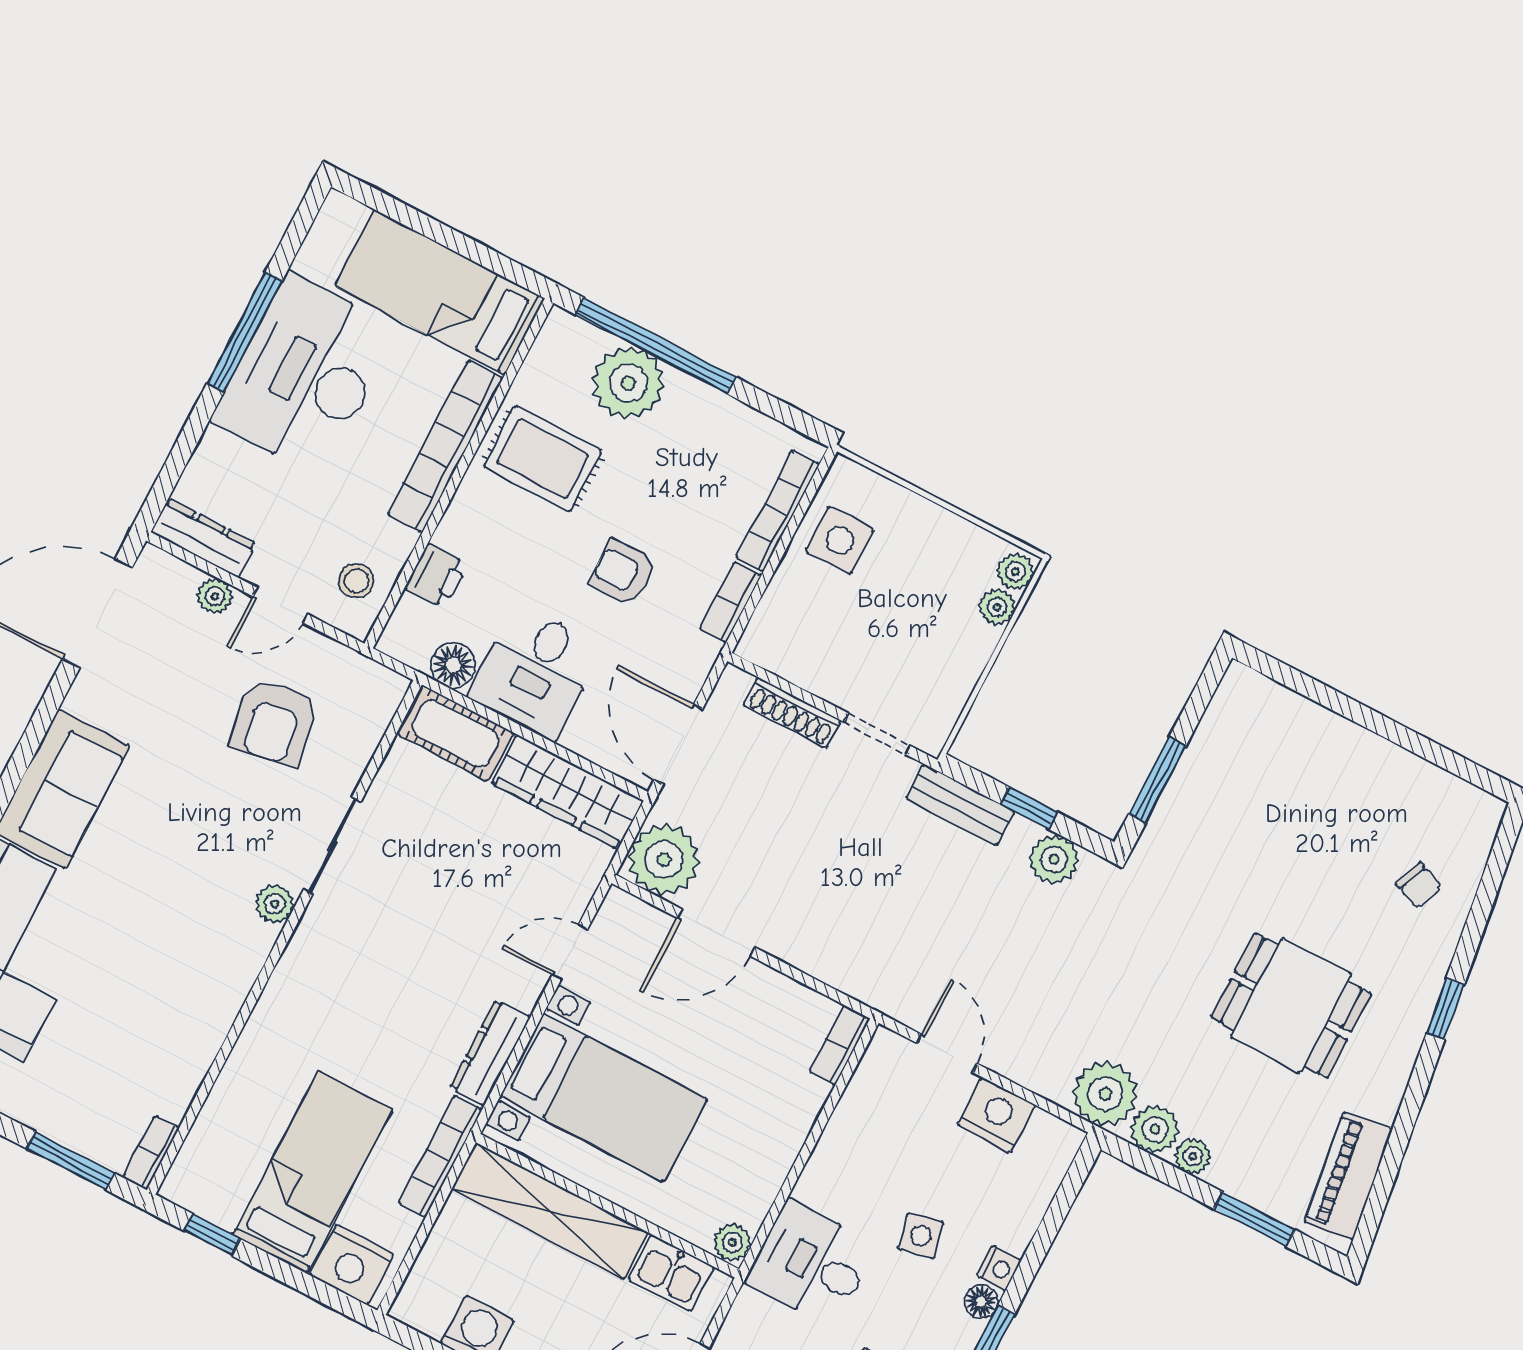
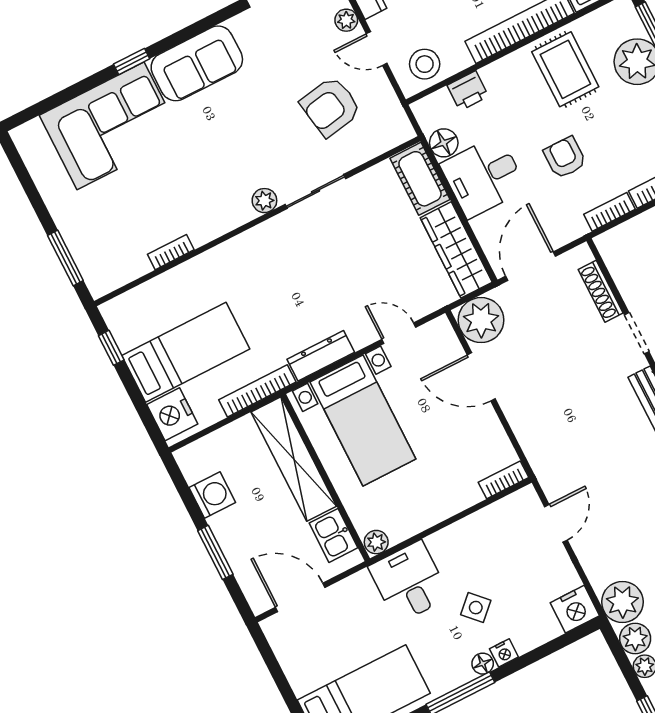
stool: (356, 581) -> (425, 64), width x1.37, depth x1.37
nightstand: (997, 1115) -> (575, 609), moved, turned 90
bookcase: (151, 1152) -> (171, 252), moved
side table: (921, 1236) -> (476, 608), turned -31

